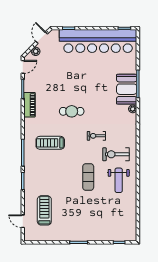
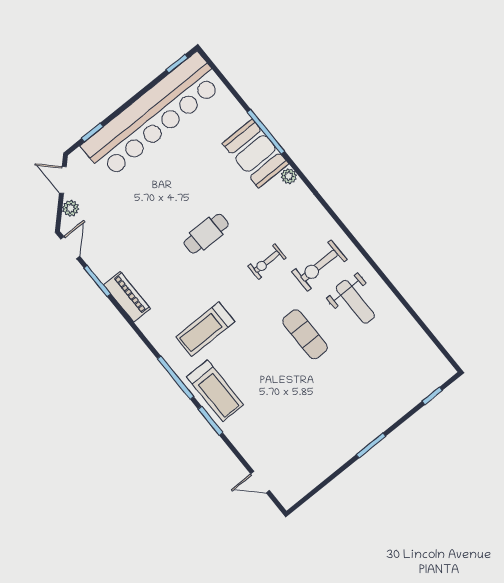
cafe table: (72, 111) -> (206, 234), moved
treadmill: (44, 210) -> (215, 391), moved, turned 180

